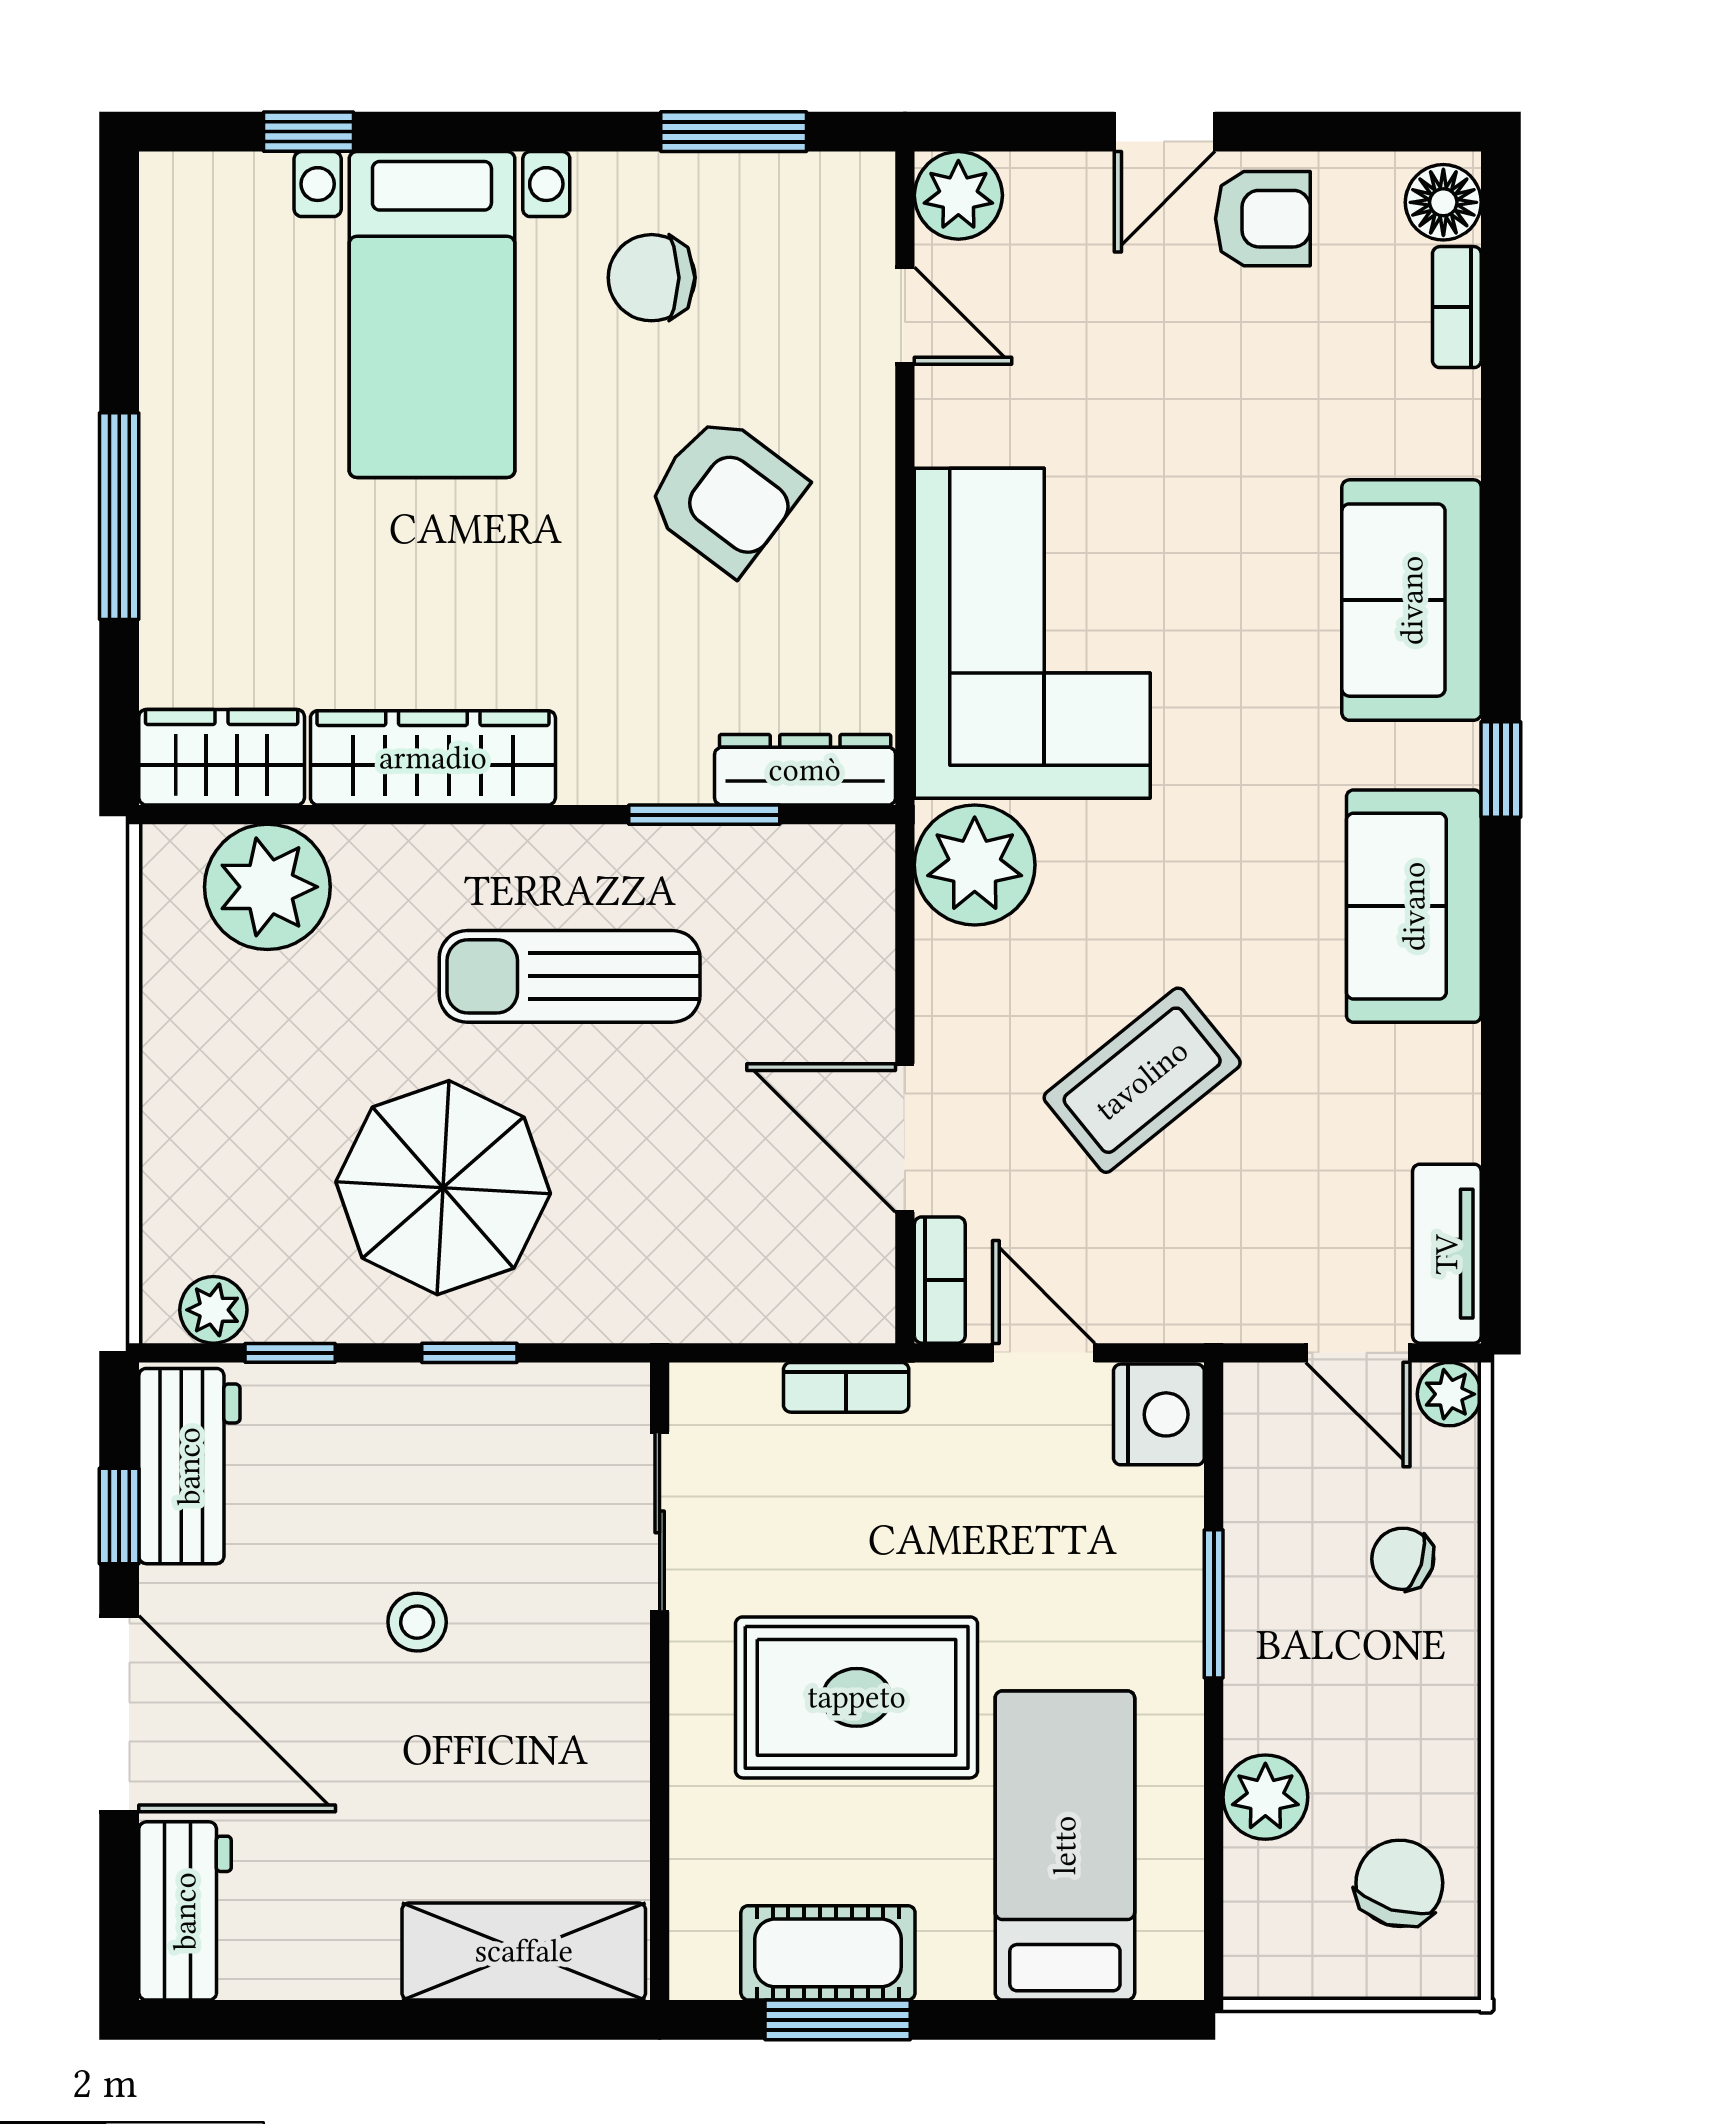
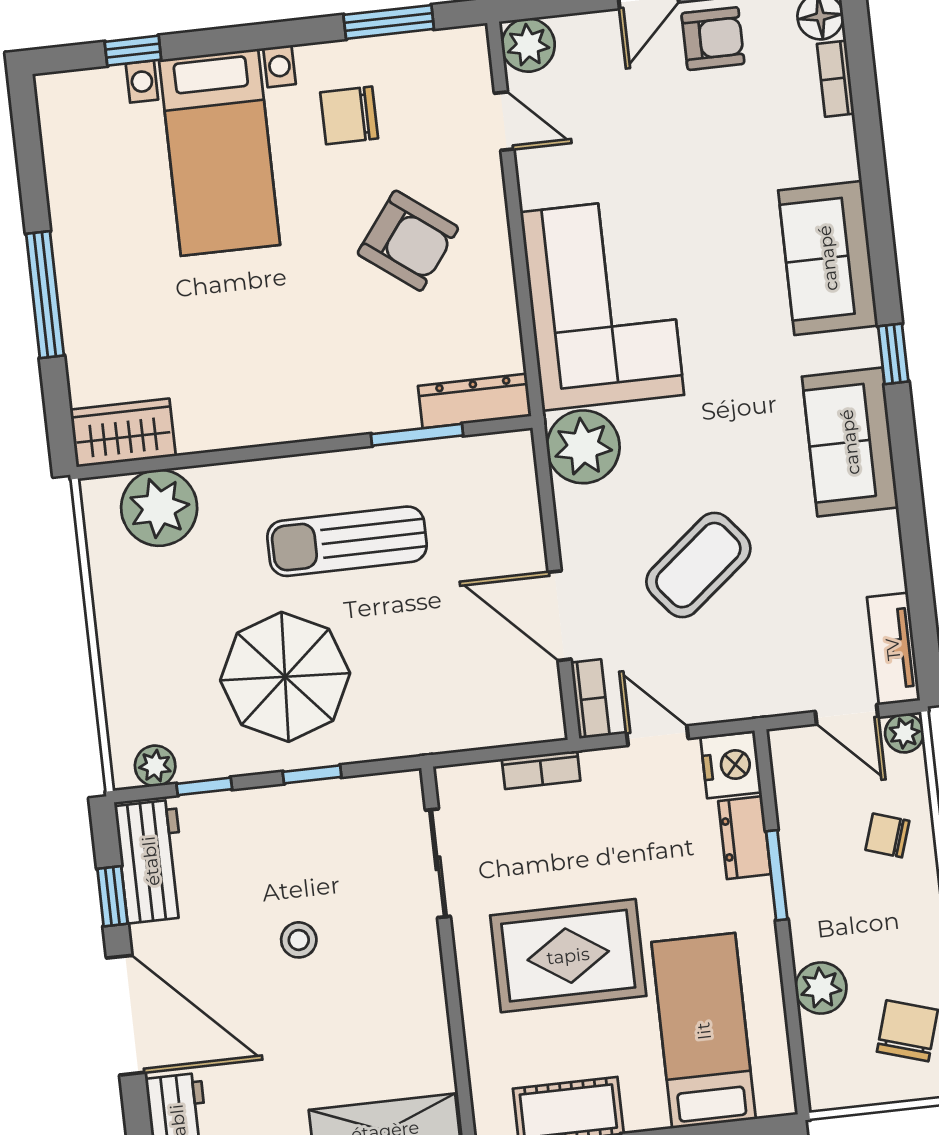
wardrobe: (433, 758) -> (250, 419), removed
dresser: (1168, 1536) -> (744, 838), added

